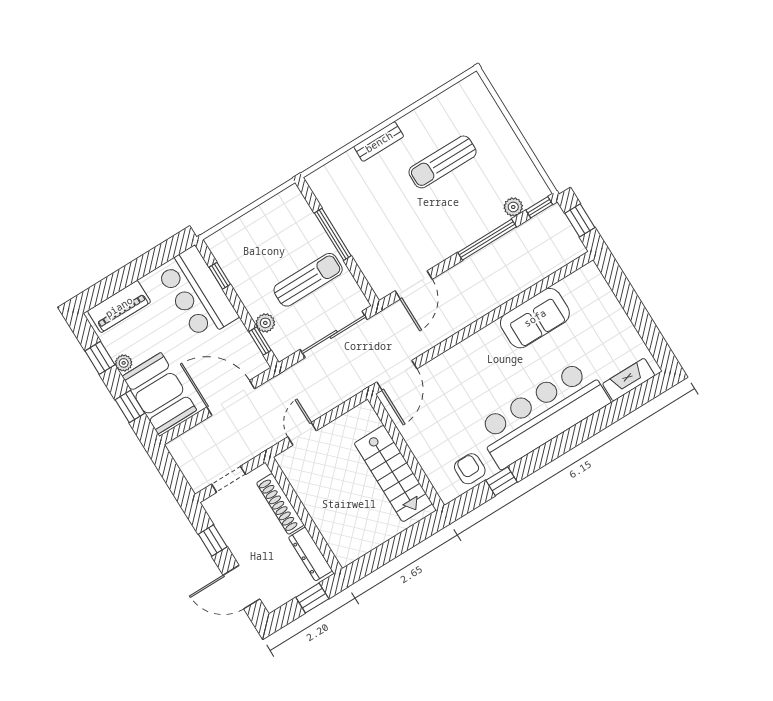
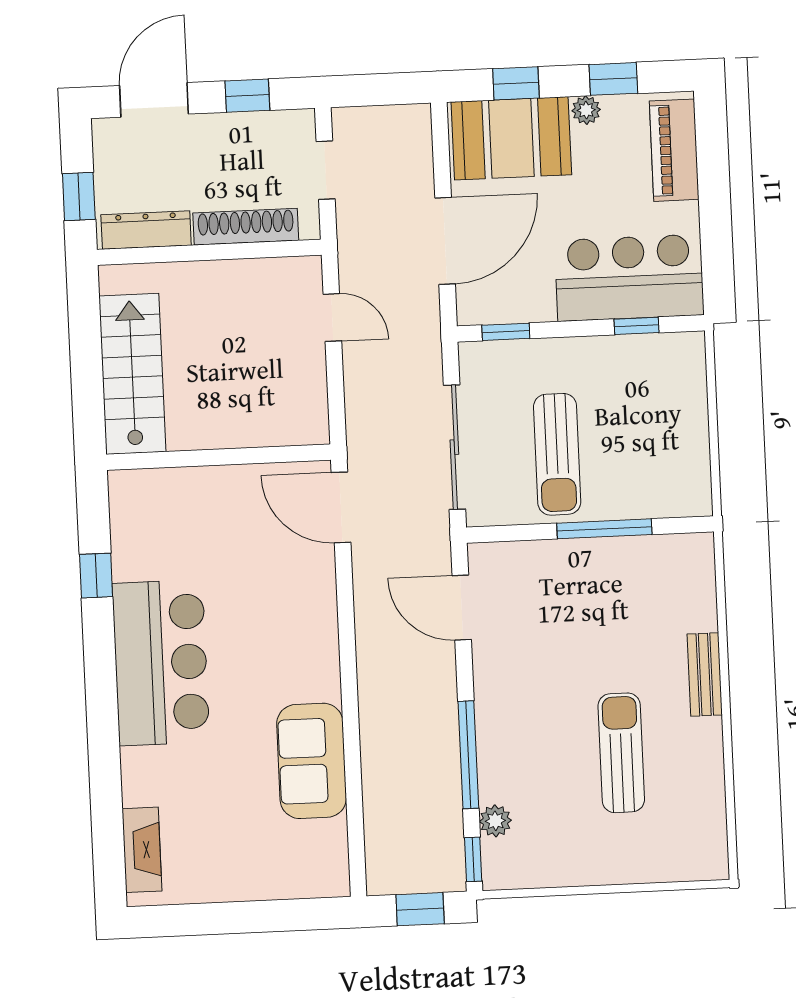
plant: (265, 323) -> (528, 355), removed
bar counter: (542, 414) -> (161, 663), width x0.73
armchair: (470, 469) -> (141, 539), removed
stairs: (393, 474) -> (132, 374), moved, turned 90

